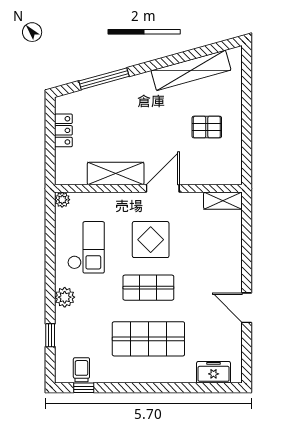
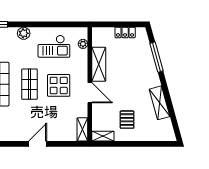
shelving: (191, 70) -> (160, 103), width x0.68
shelving: (234, 167) -> (103, 136), added
plant: (62, 200) -> (83, 44), moved
door: (247, 308) -> (38, 144), moved

